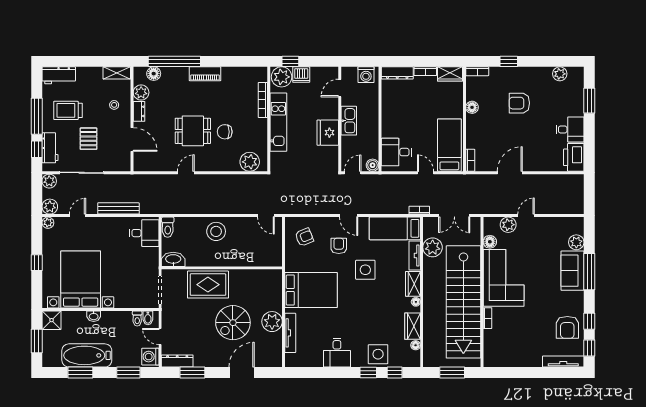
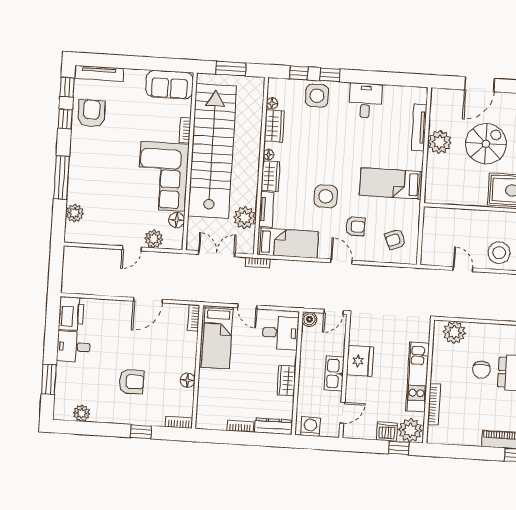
wardrobe: (450, 74) -> (286, 381), moved, turned -90
chair: (225, 132) -> (481, 370), turned 90
door: (266, 216) -> (463, 269), moved
armchair: (339, 246) -> (355, 226), turned -90
sofa: (572, 271) -> (170, 85), moved, turned 90
bed: (311, 290) -> (391, 183), width x0.67

